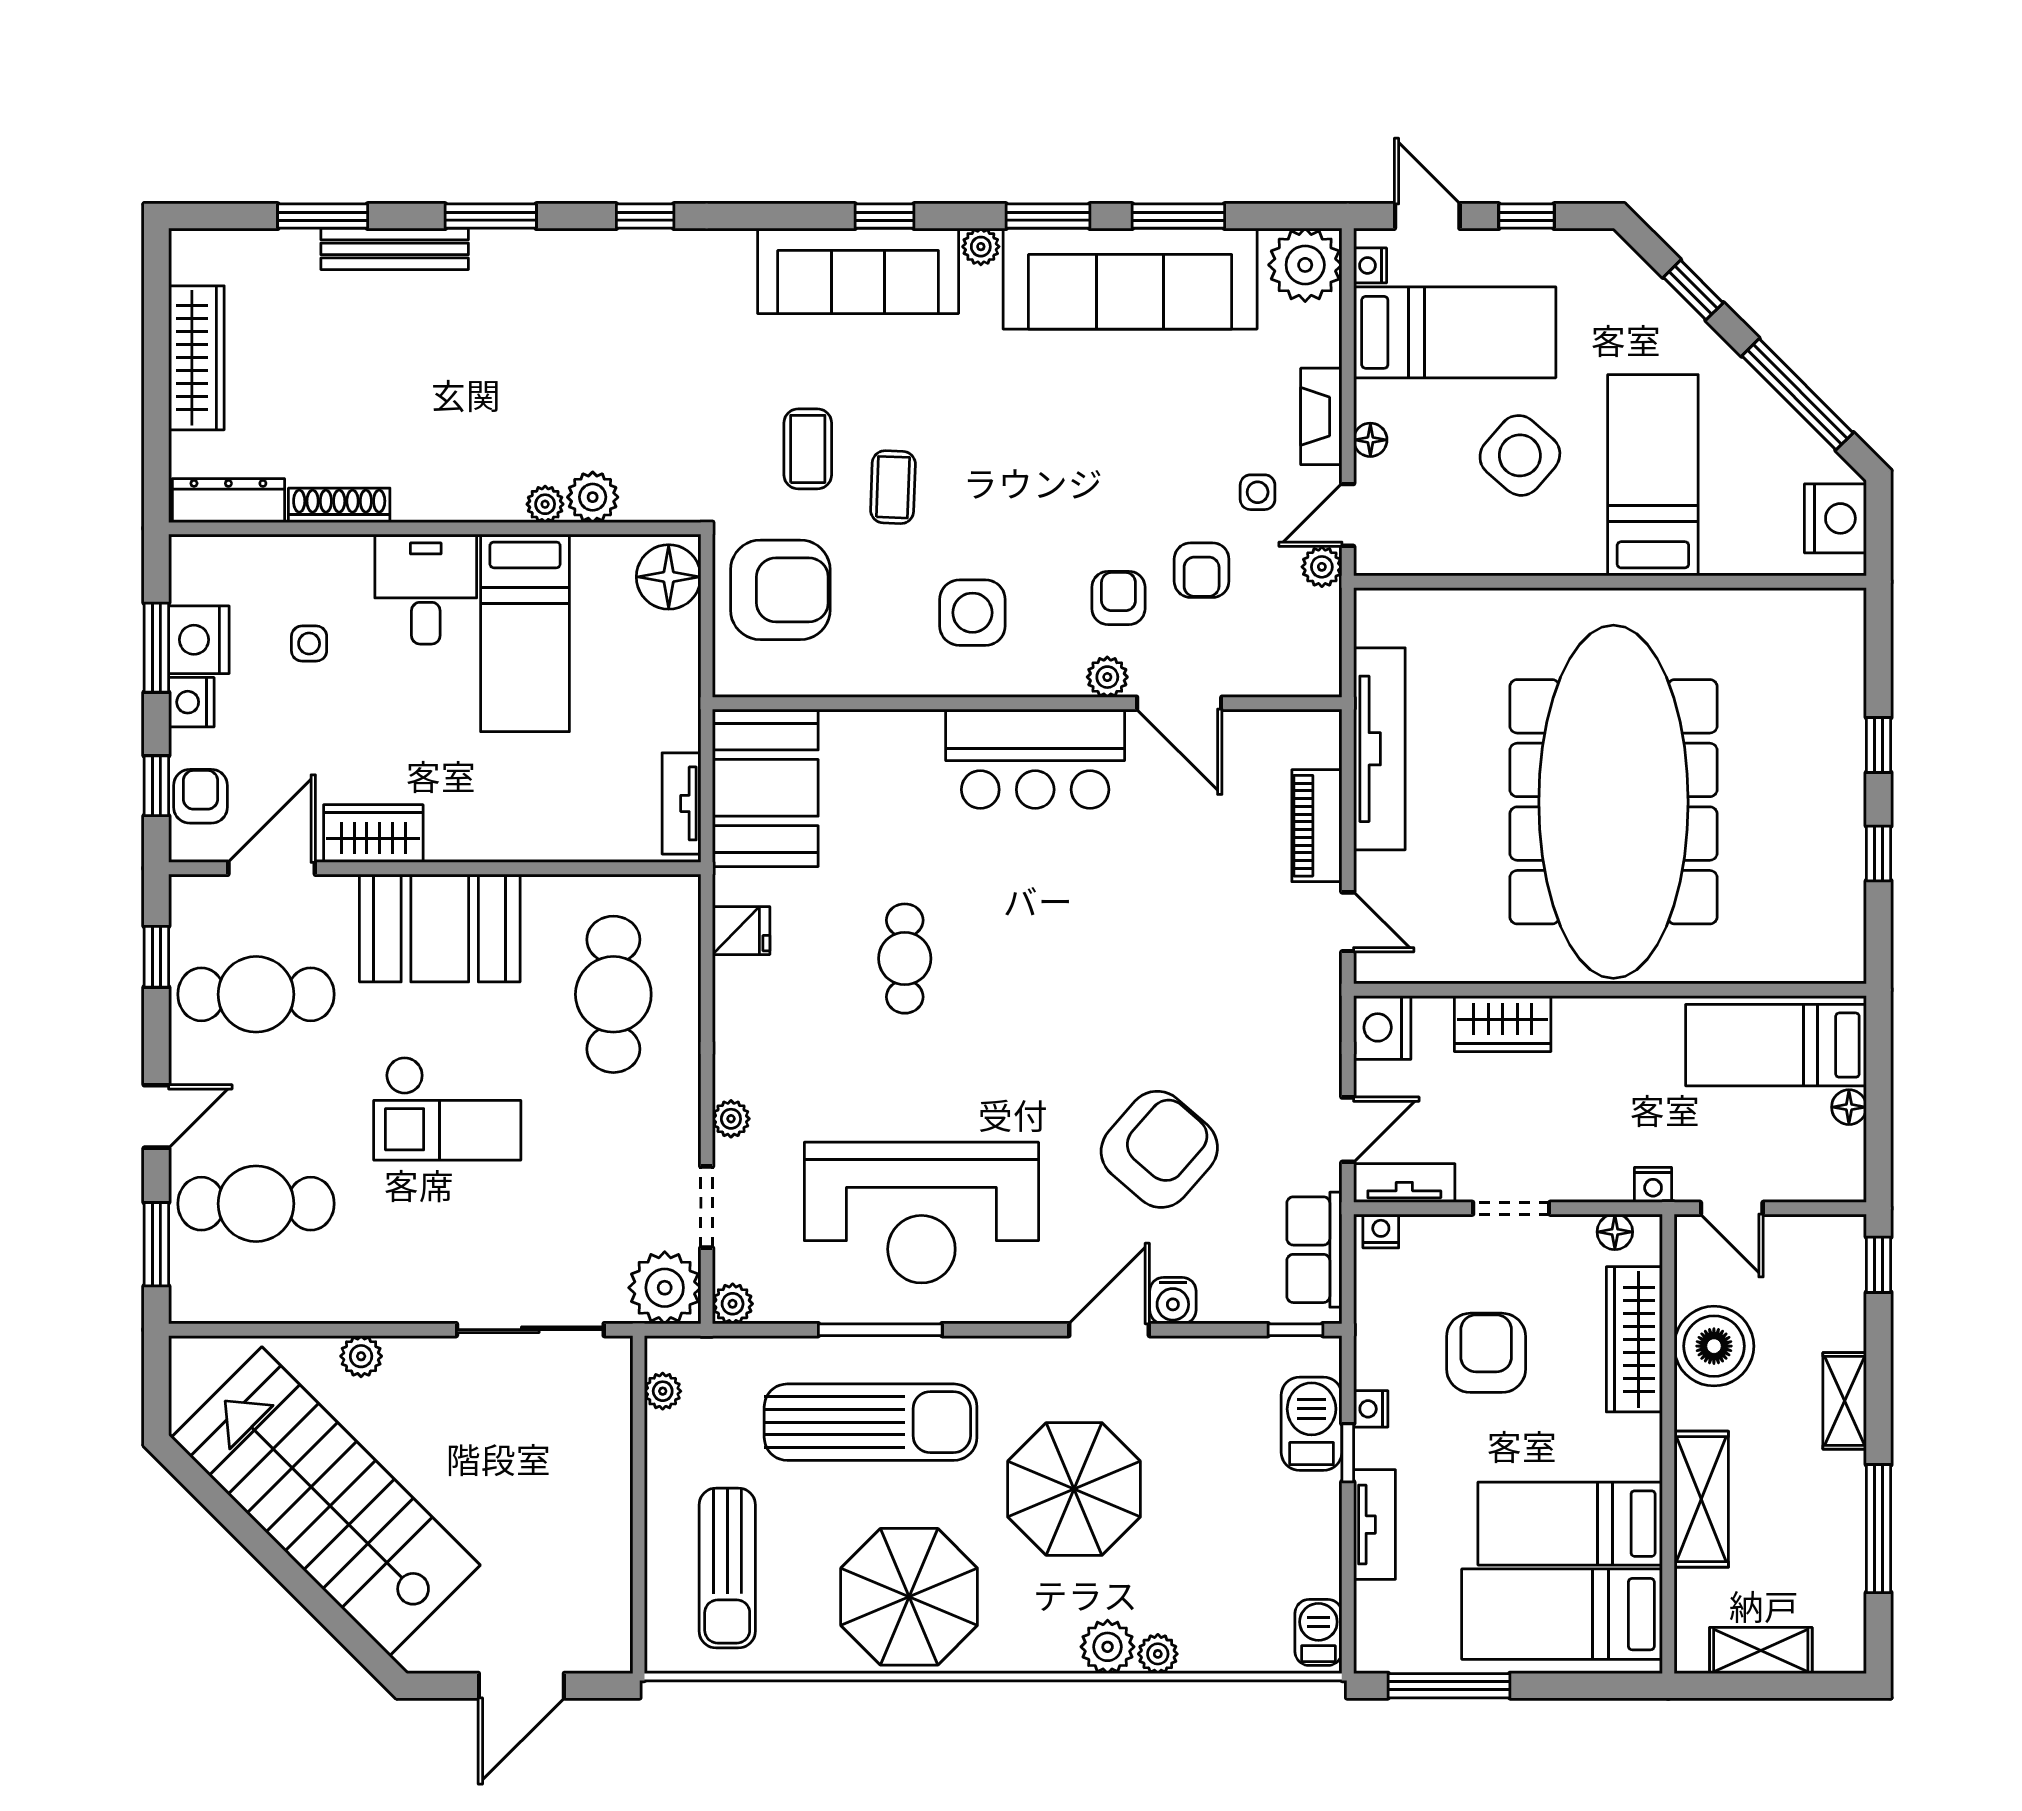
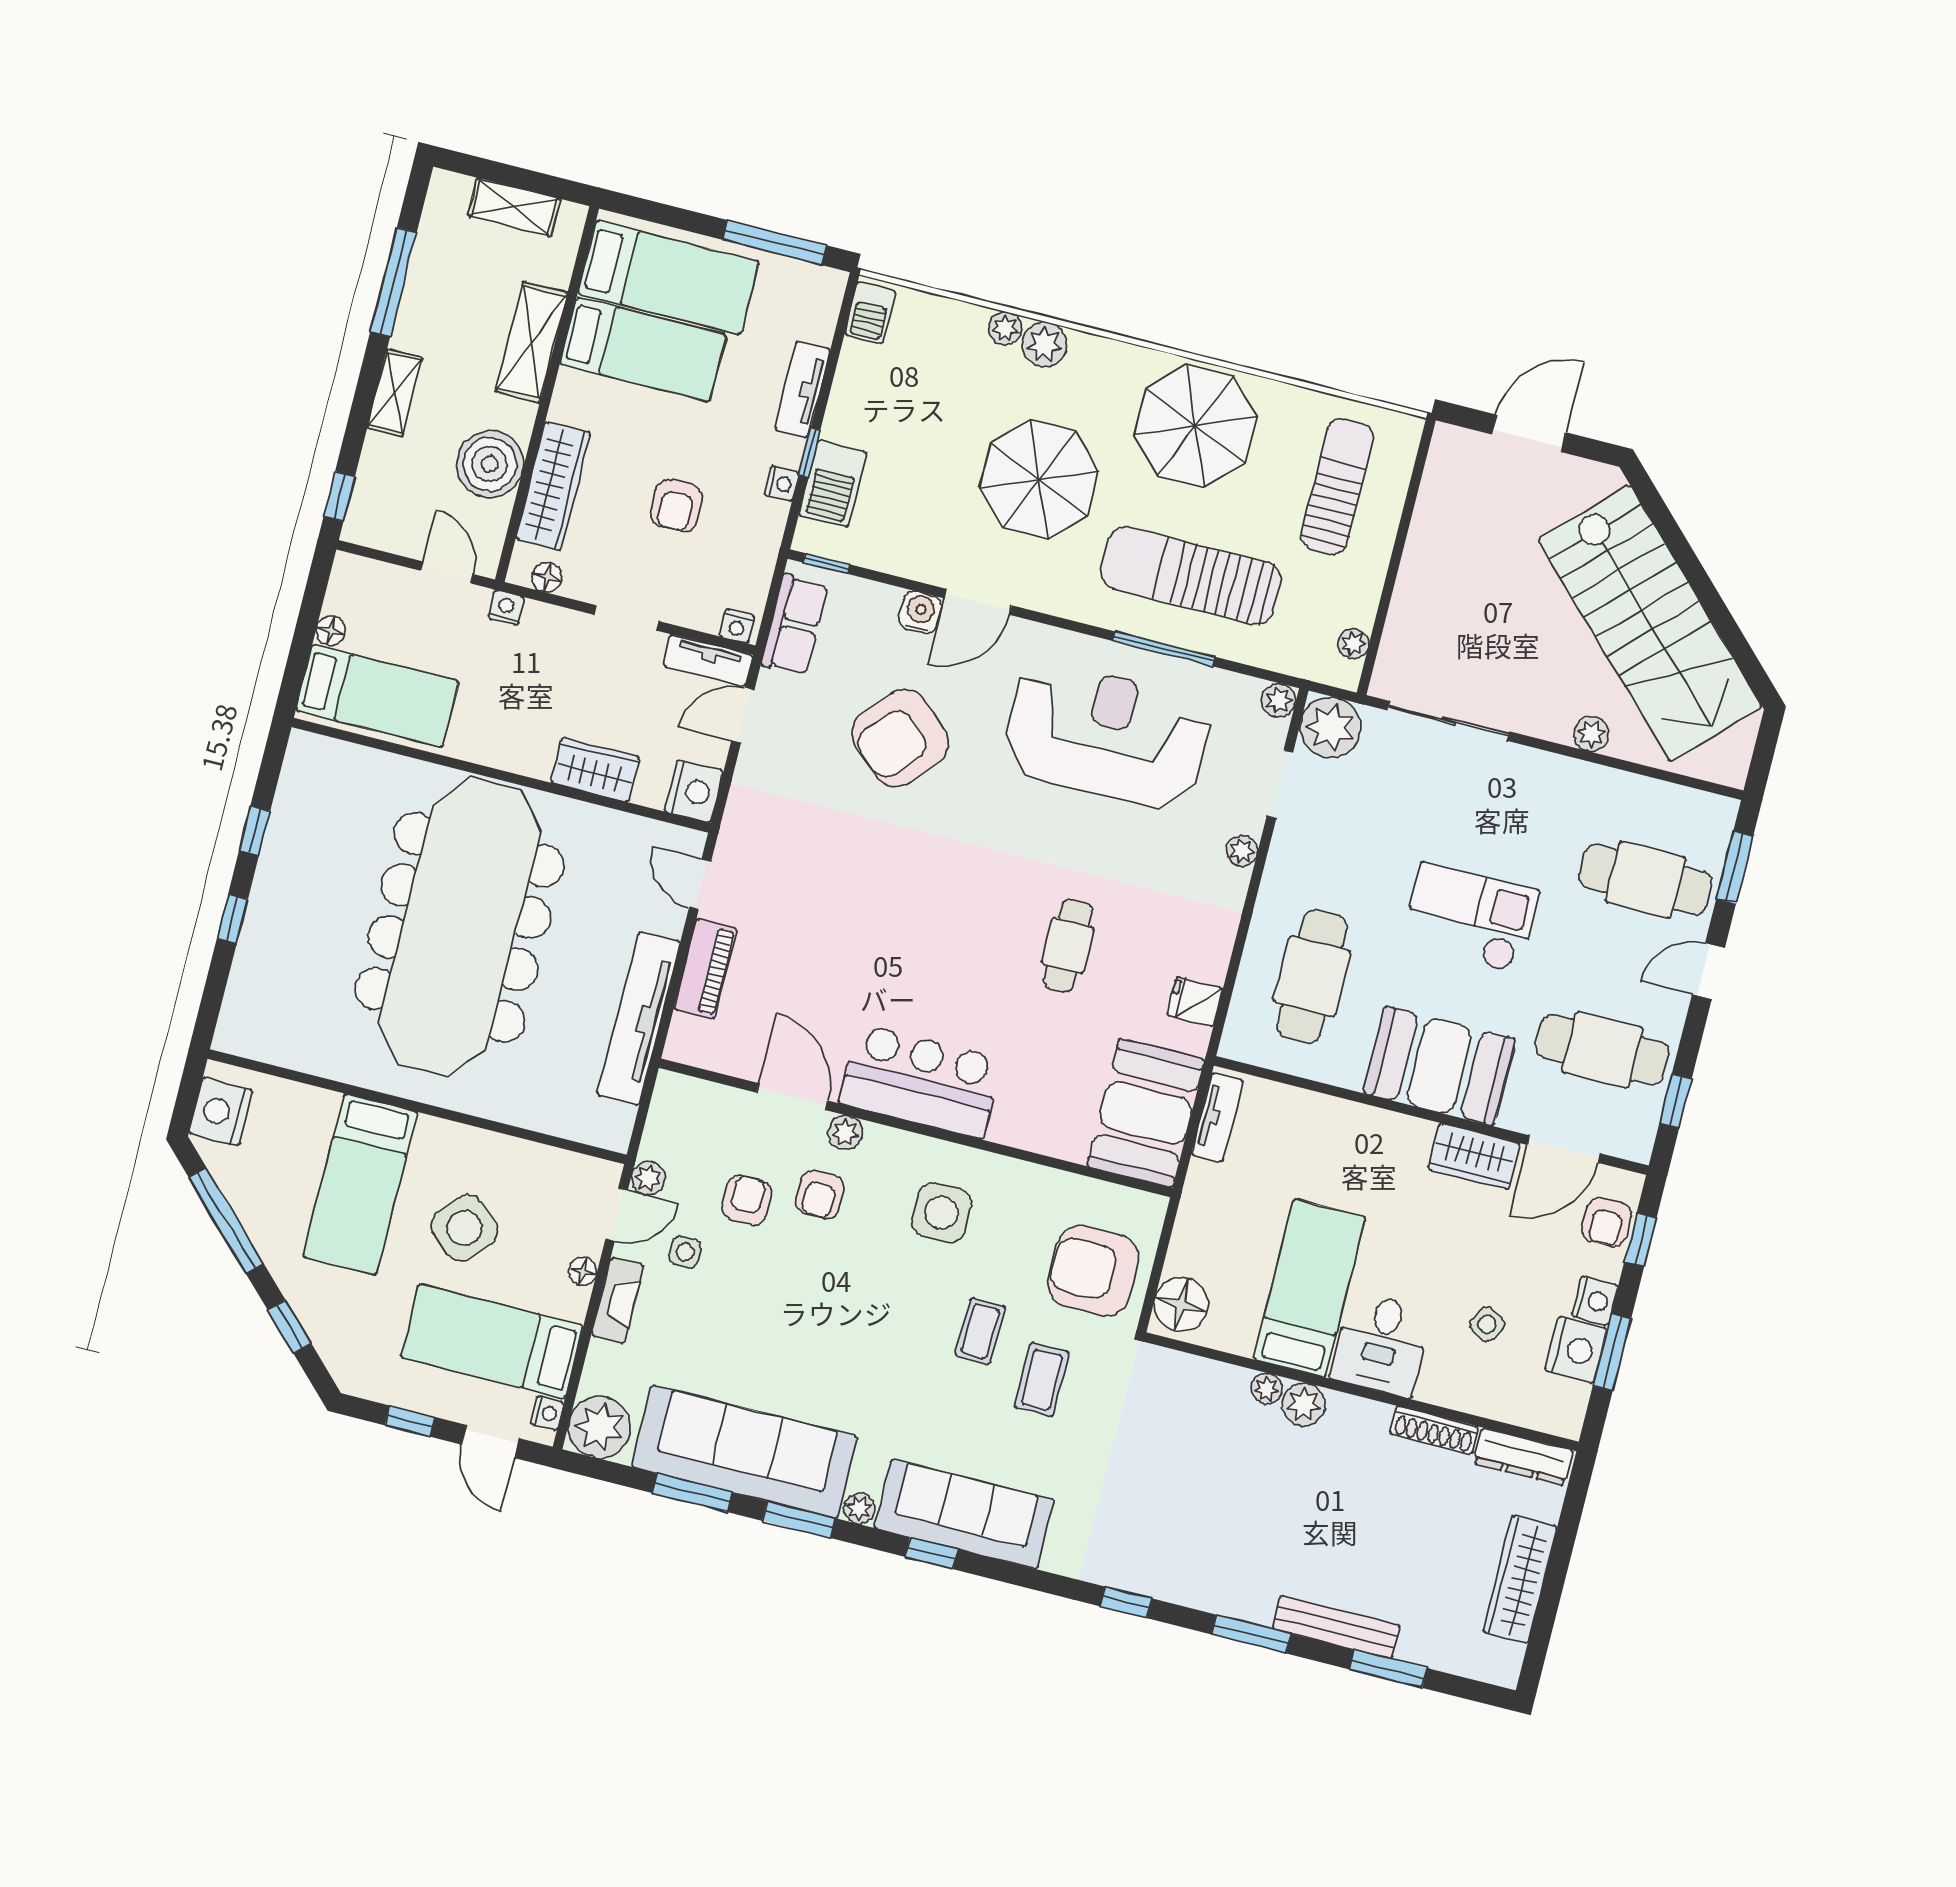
plant: (593, 497) -> (1304, 1404), moved
side table: (309, 644) -> (1487, 1324), turned 30
armchair: (1486, 1353) -> (676, 505), width x0.72, depth x0.72

